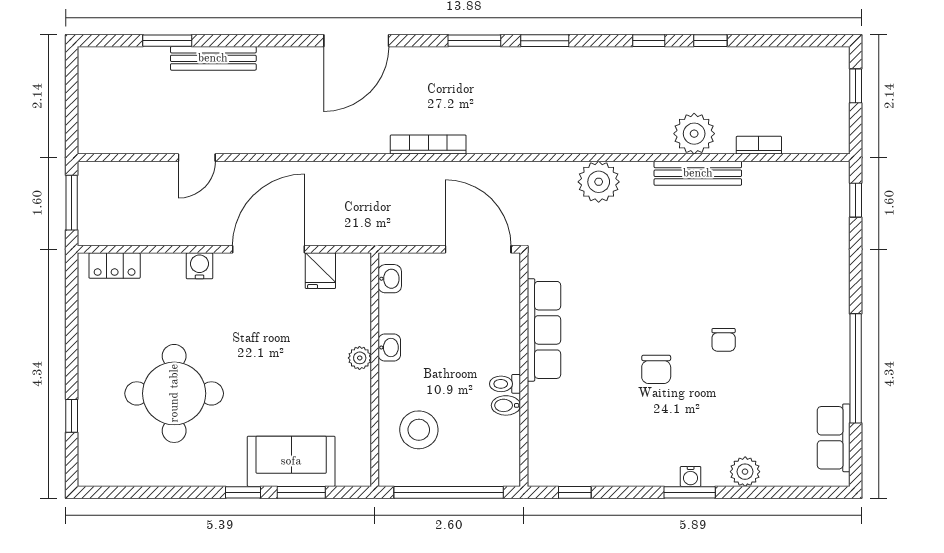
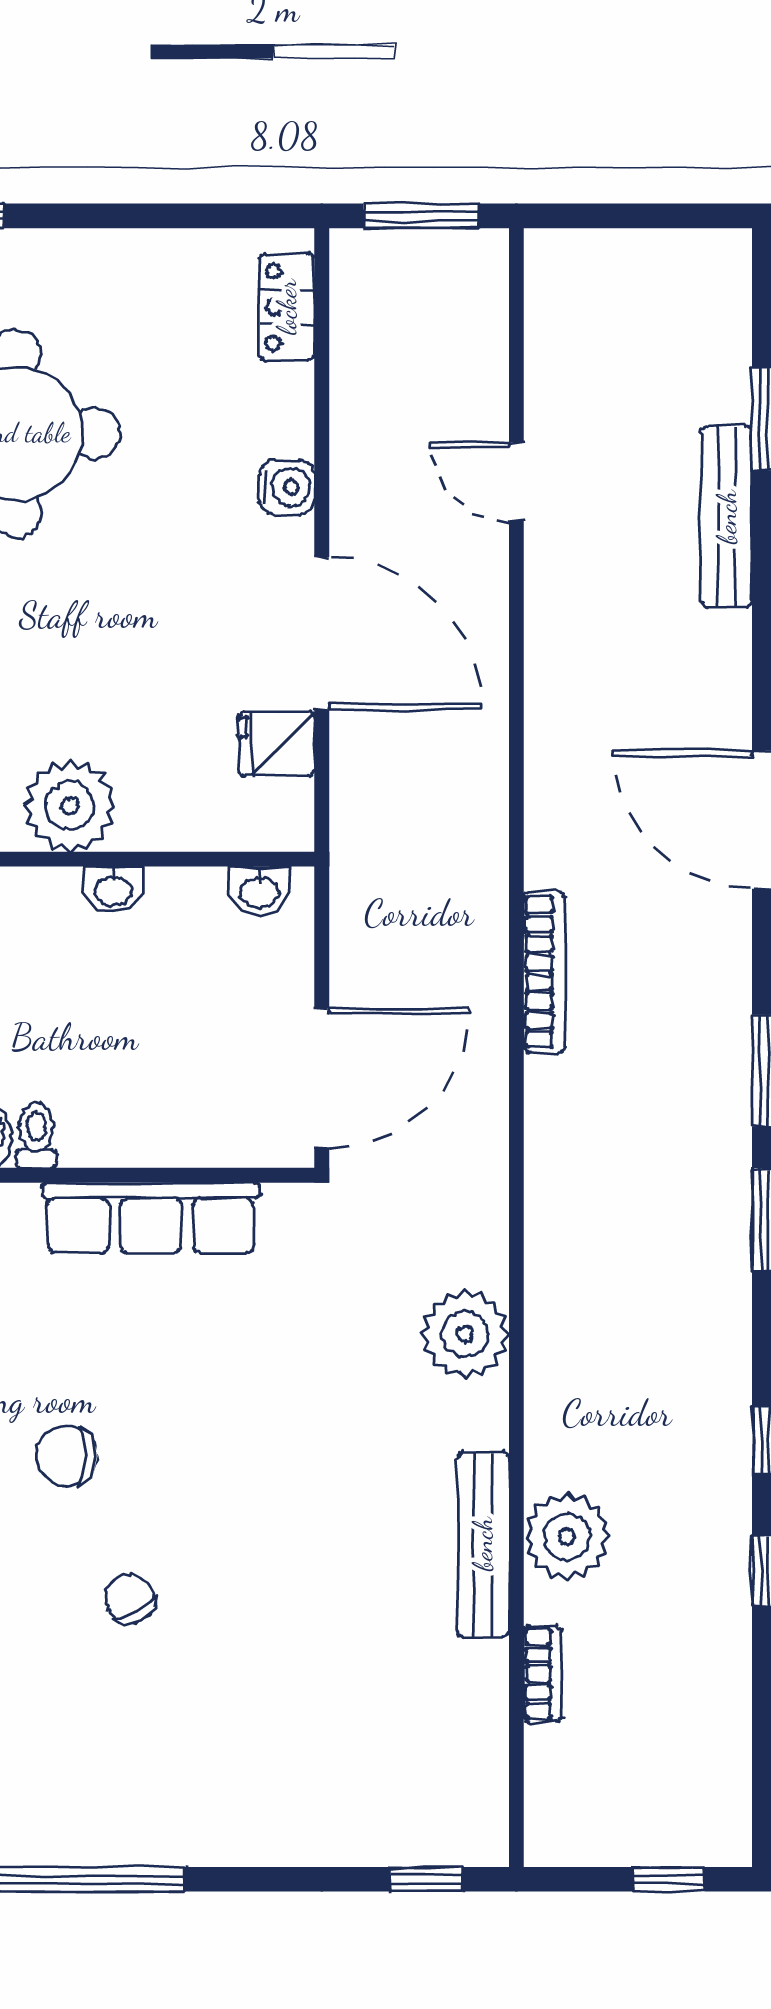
chair: (724, 340) -> (130, 1599), turned 60
plant: (360, 358) -> (70, 806), width x1.87, depth x1.87

